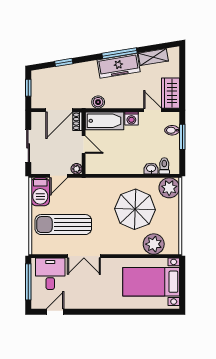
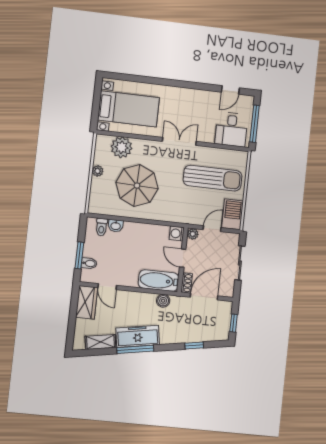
washing machine: (131, 118) -> (177, 233), moved, turned -90
plant: (169, 188) -> (98, 171), moved, width x0.53, depth x0.53
double door: (84, 256) -> (179, 141), moved

